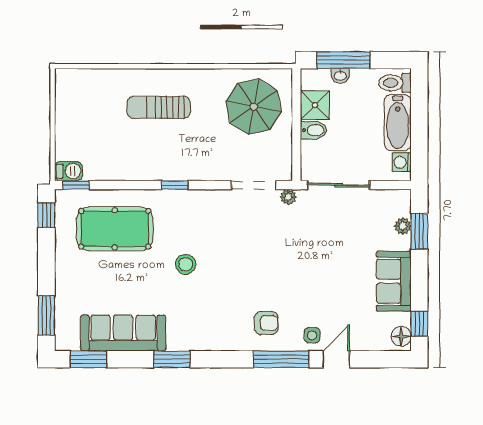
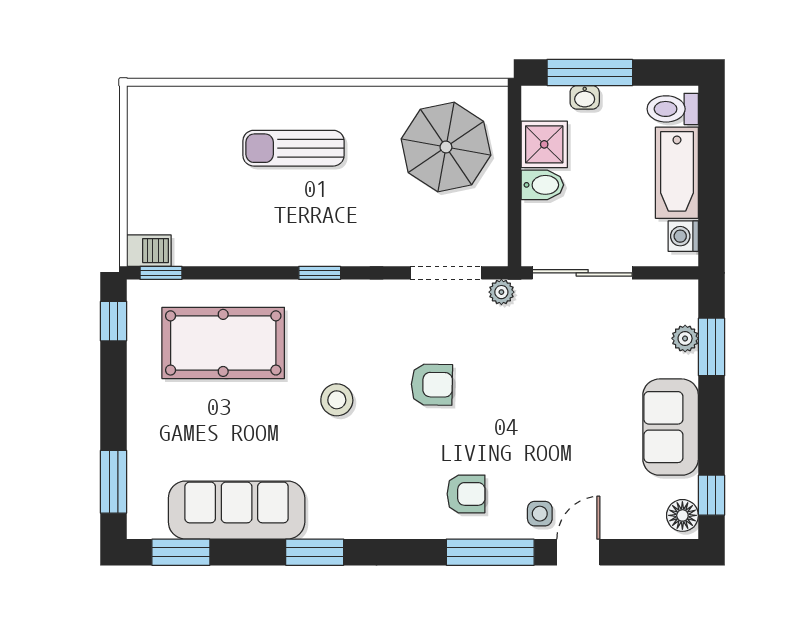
armchair: (245, 255) -> (432, 385), added

